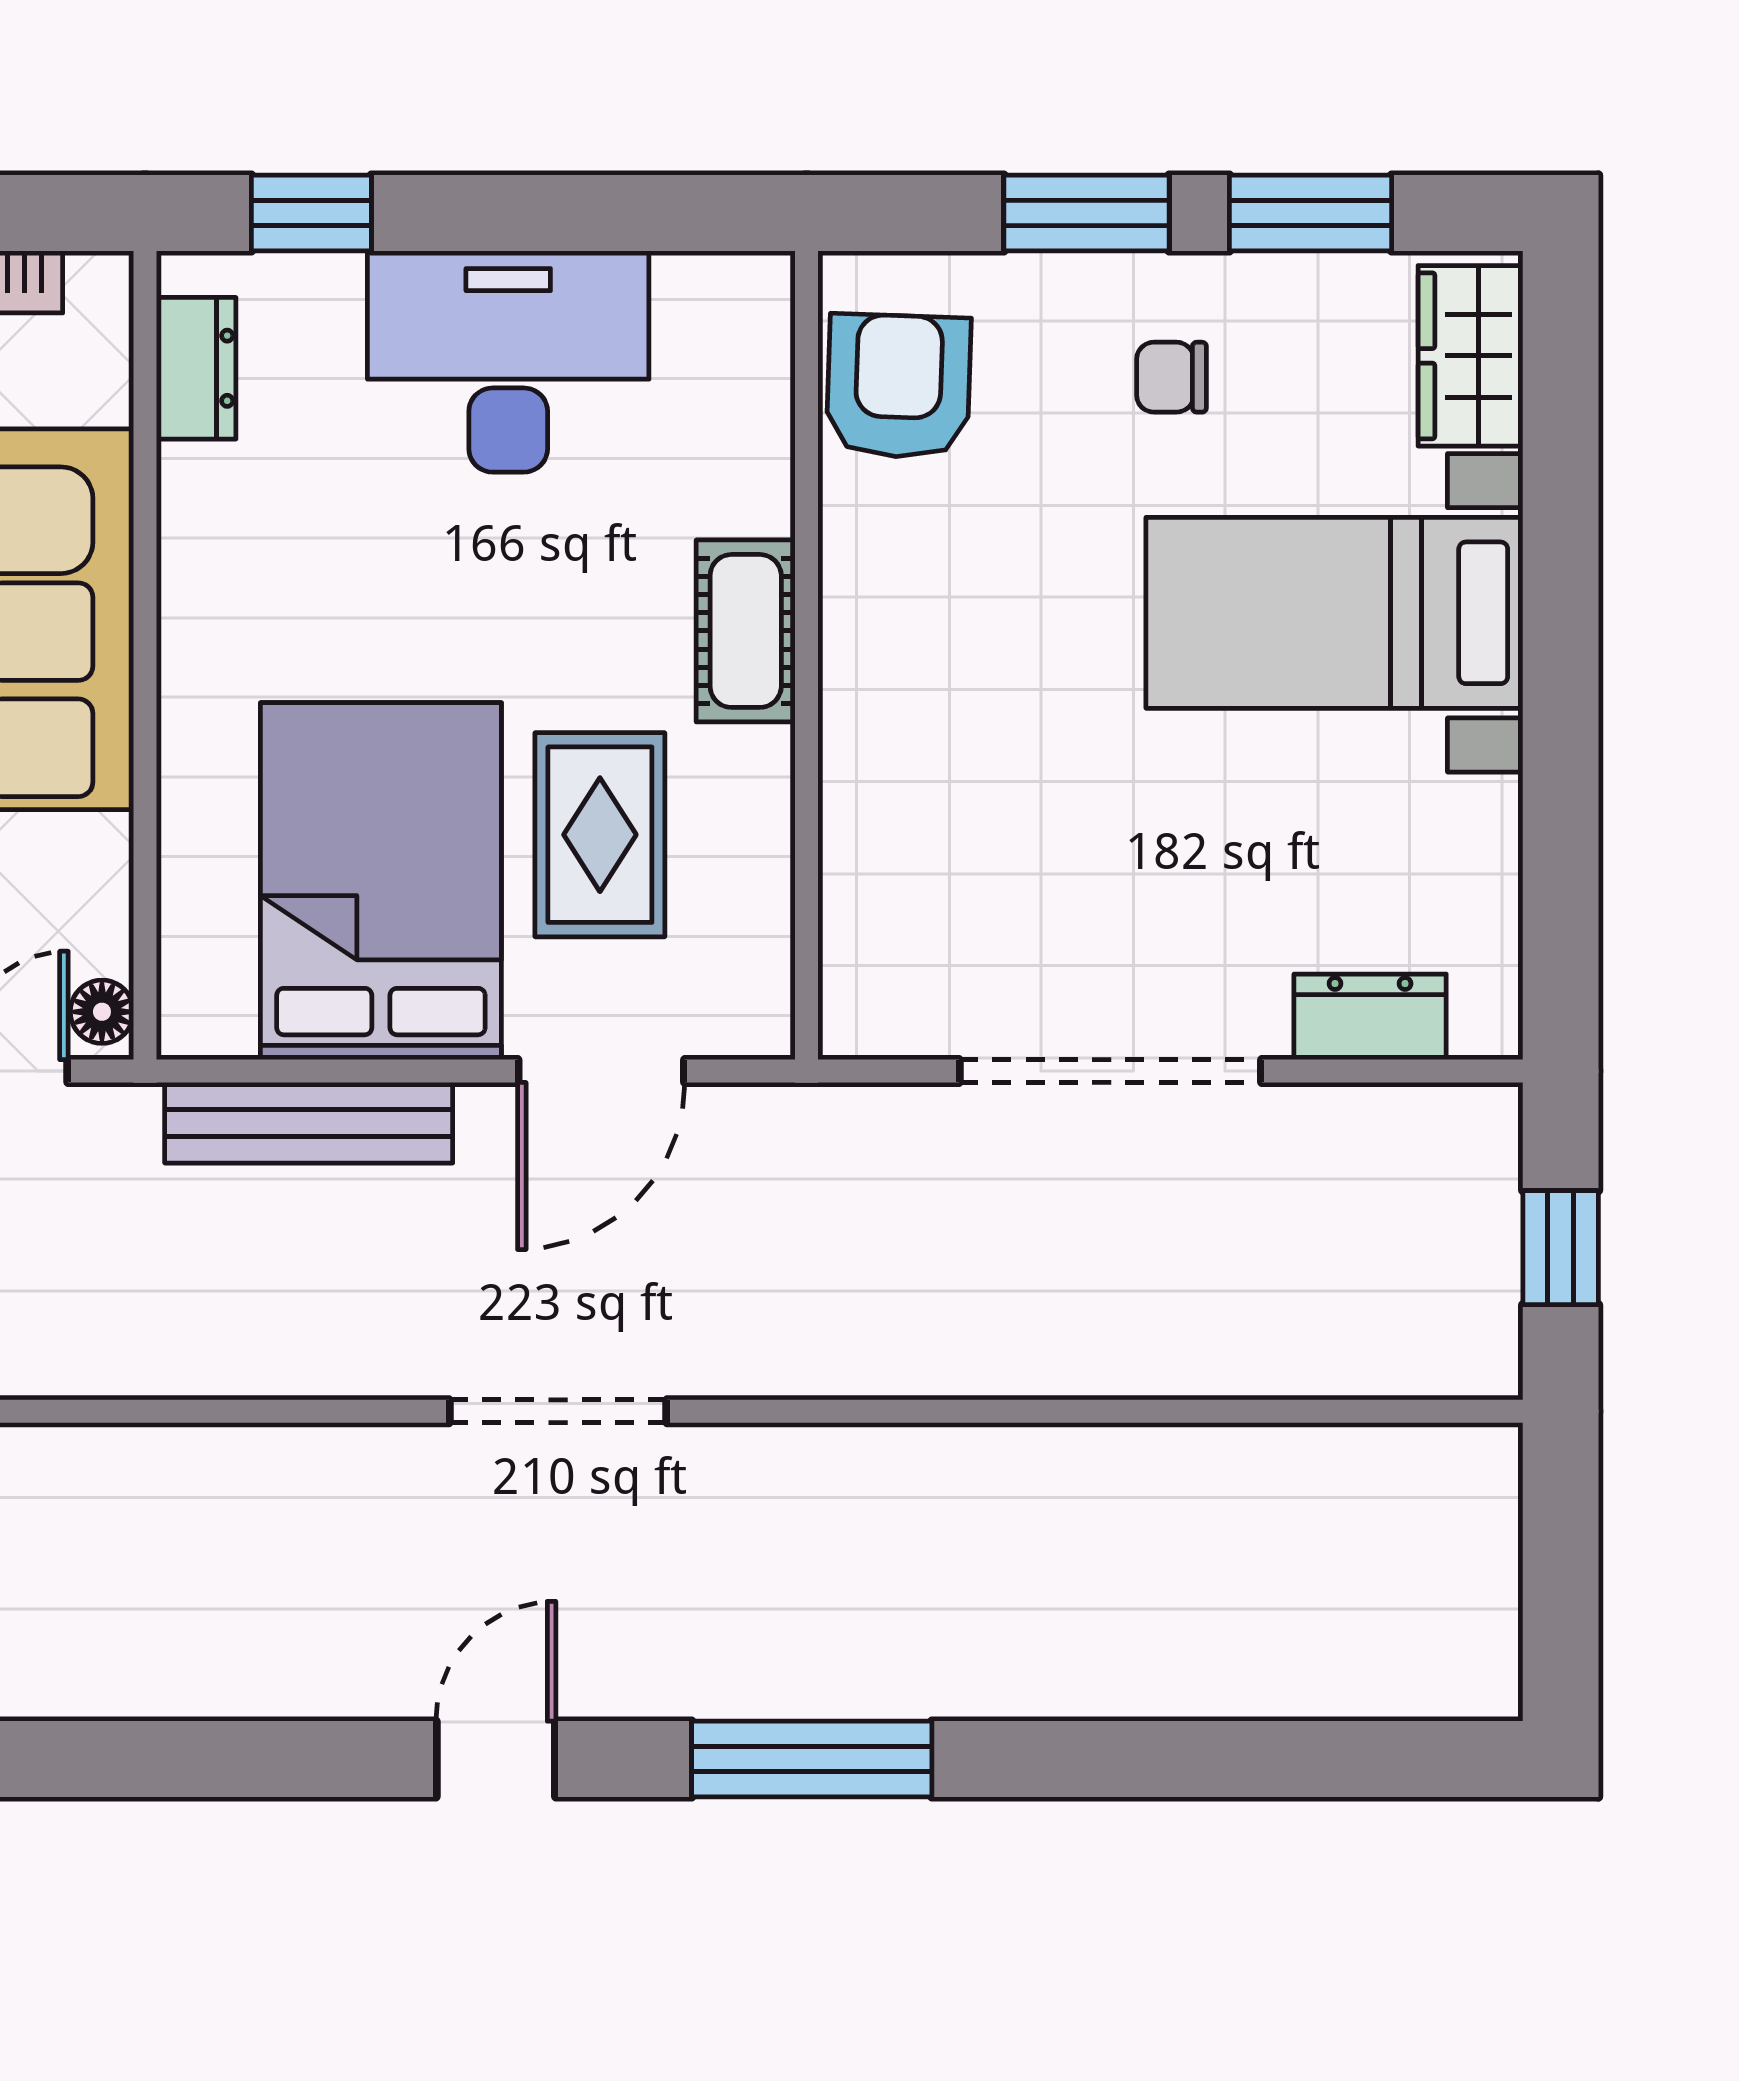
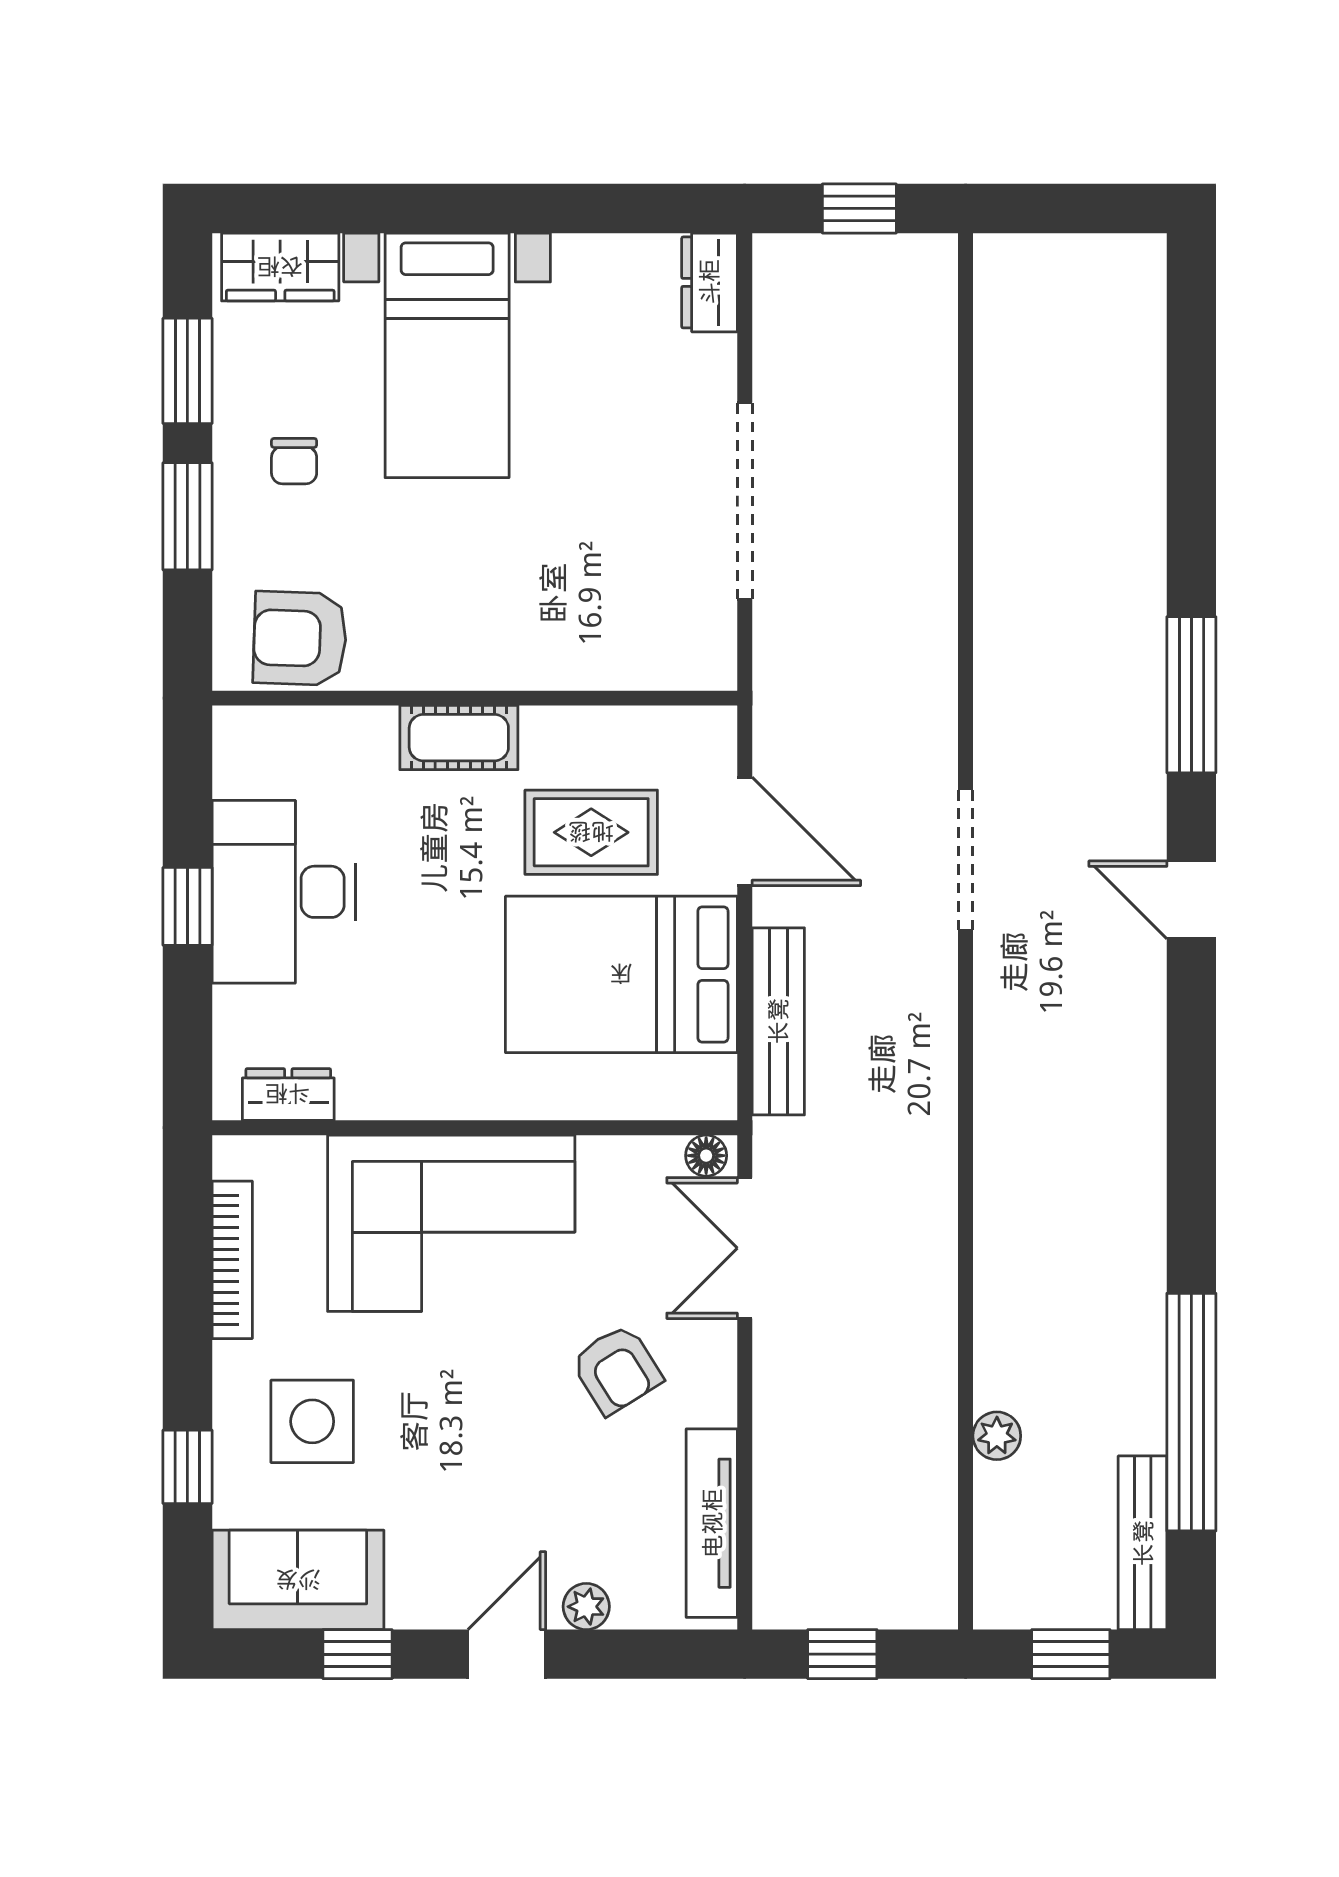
window: (311, 213) -> (187, 906), moved
dresser: (1370, 1017) -> (709, 282), moved

